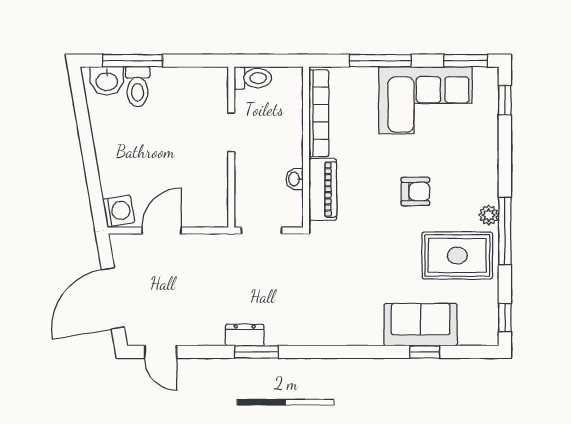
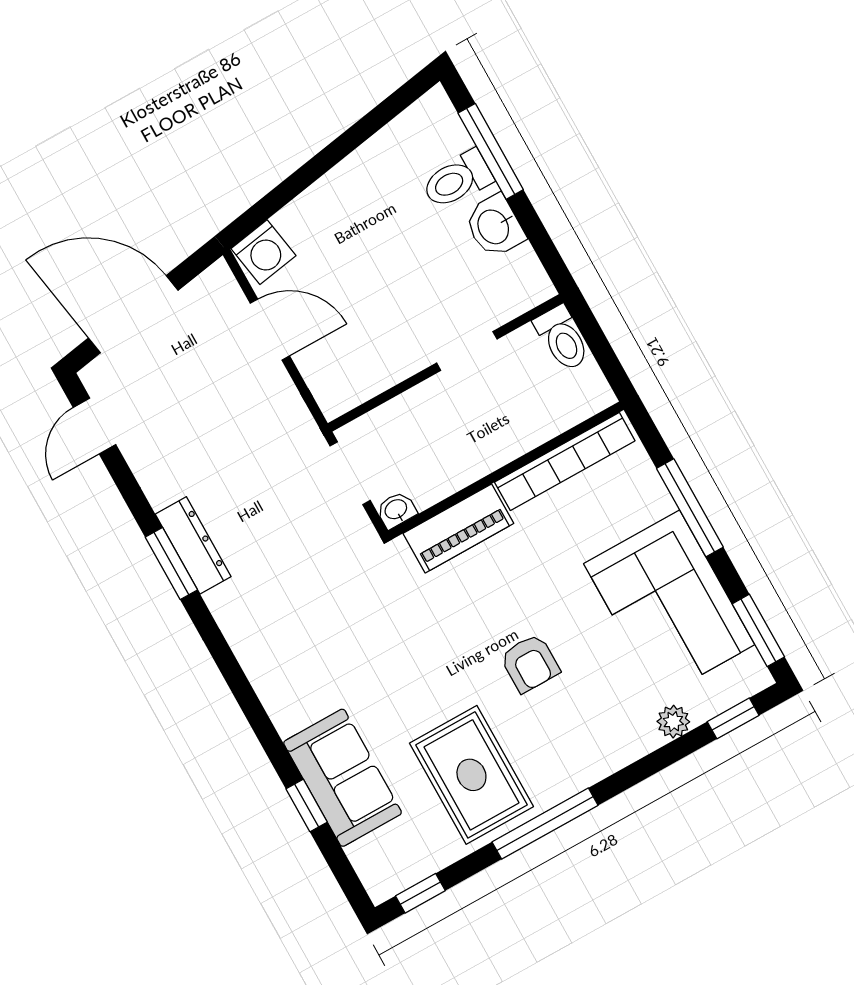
washbasin: (107, 81) -> (494, 226), moved
washbasin: (295, 179) -> (396, 510), moved
plant: (489, 215) -> (673, 722), moved
dresser: (245, 335) -> (193, 545), width x1.44

